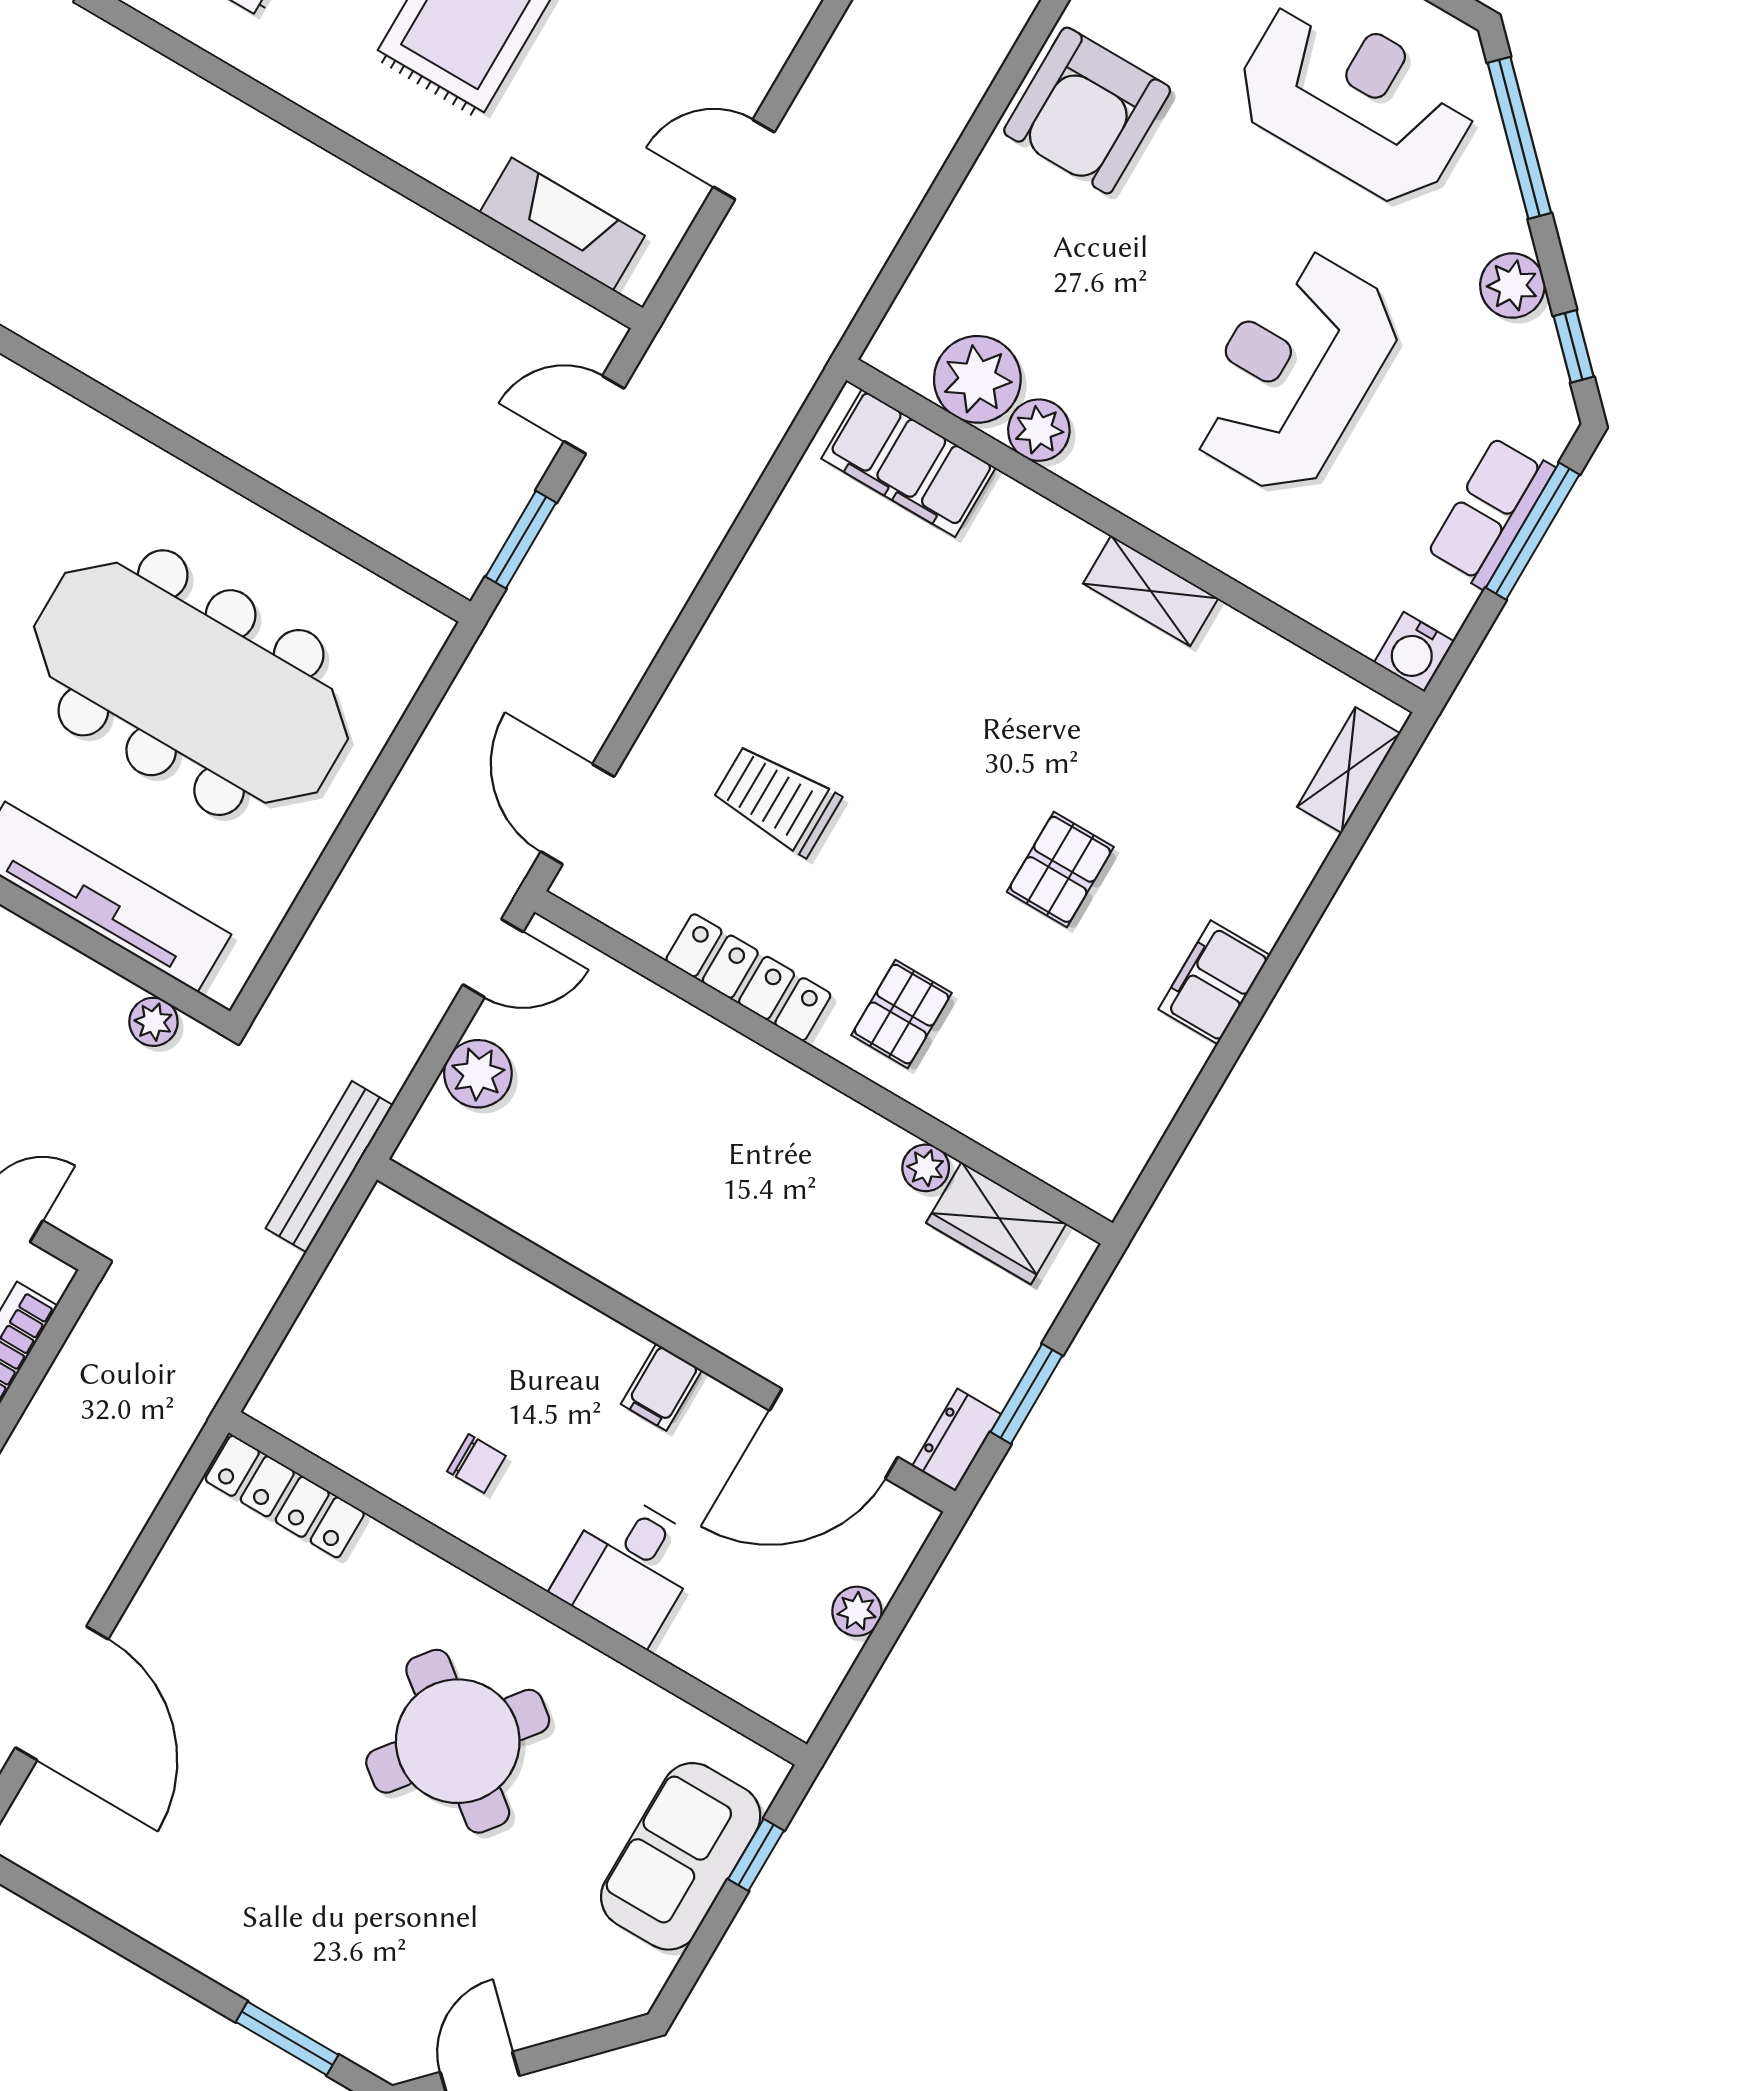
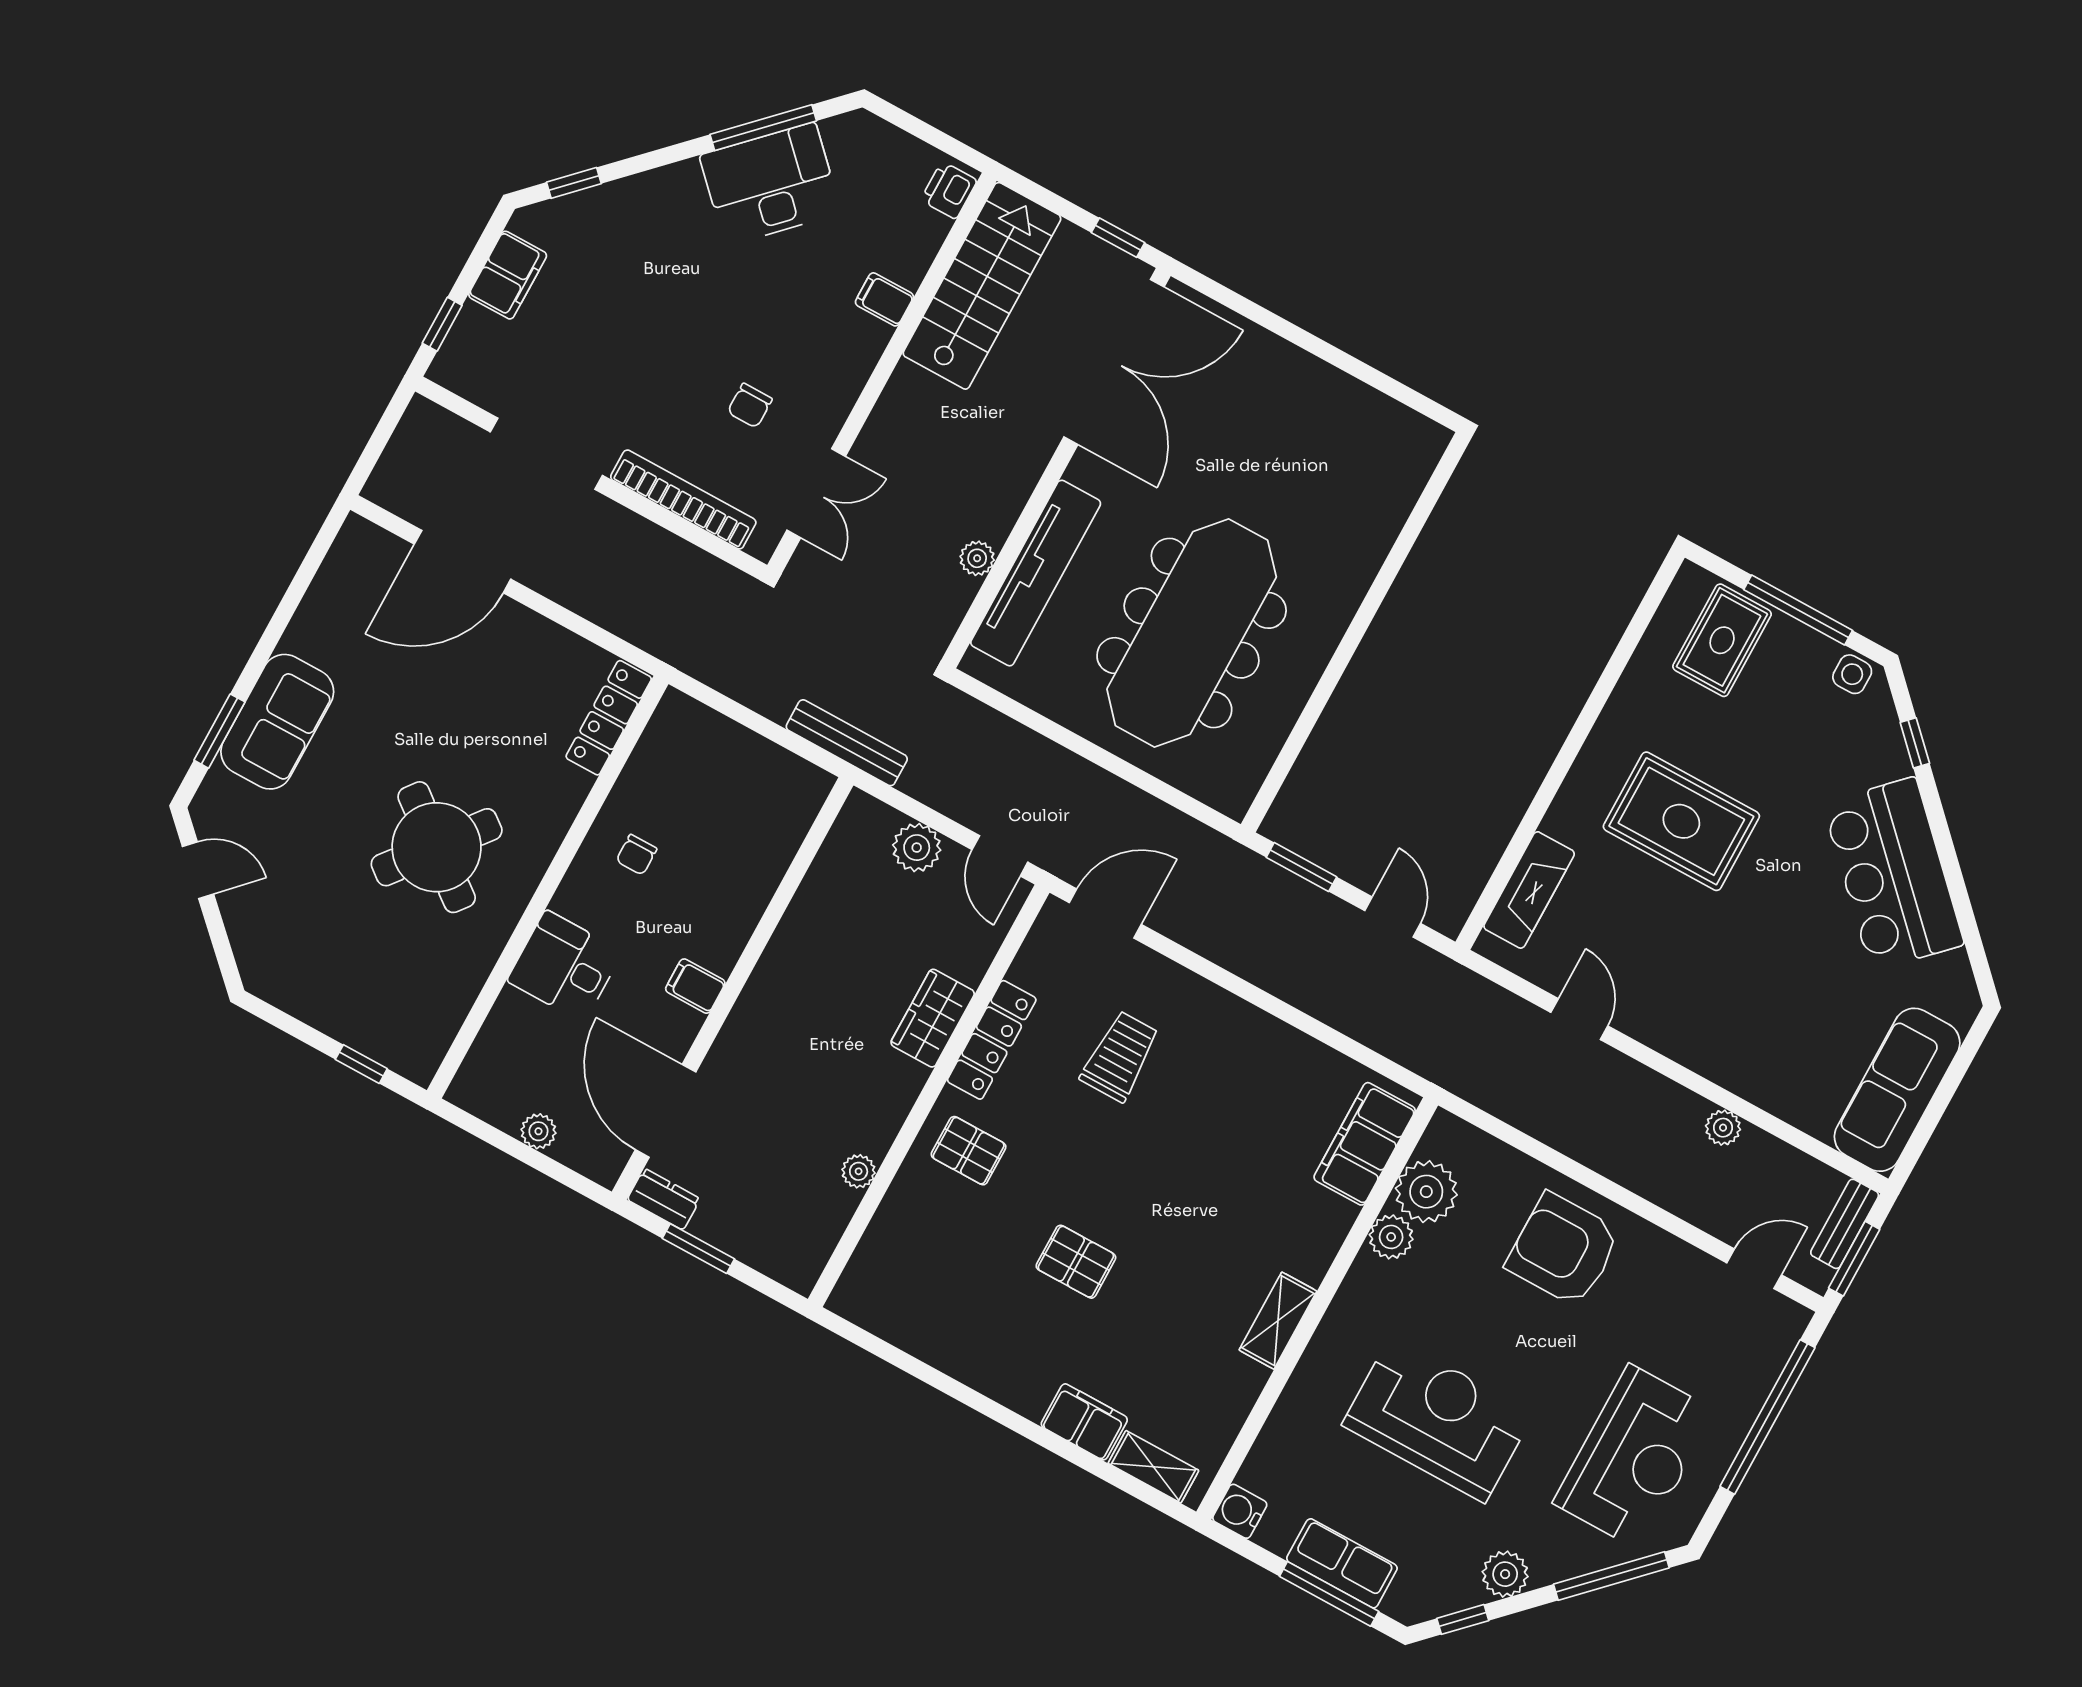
armchair: (1087, 111) -> (1563, 1250), moved
filing cabinet: (1214, 982) -> (1084, 1422), moved
plant: (153, 1022) -> (977, 558), moved
wardrobe: (996, 1223) -> (933, 1018), moved
sofa: (681, 1856) -> (277, 722), moved, turned 90

